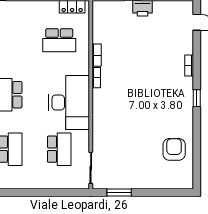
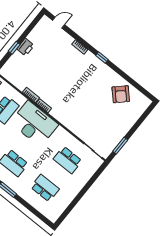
desk: (69, 102) -> (34, 124), moved
school desk: (59, 149) -> (68, 160), turned 180
armchair: (174, 149) -> (121, 94), turned -134

